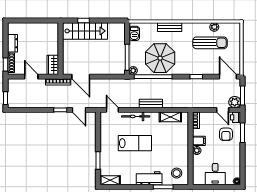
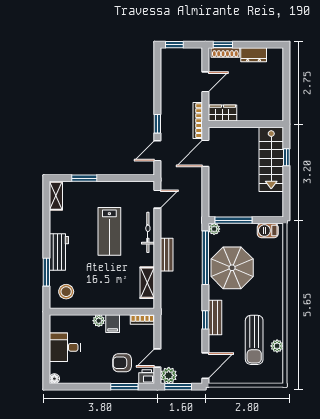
bench: (170, 27) -> (215, 317), moved

